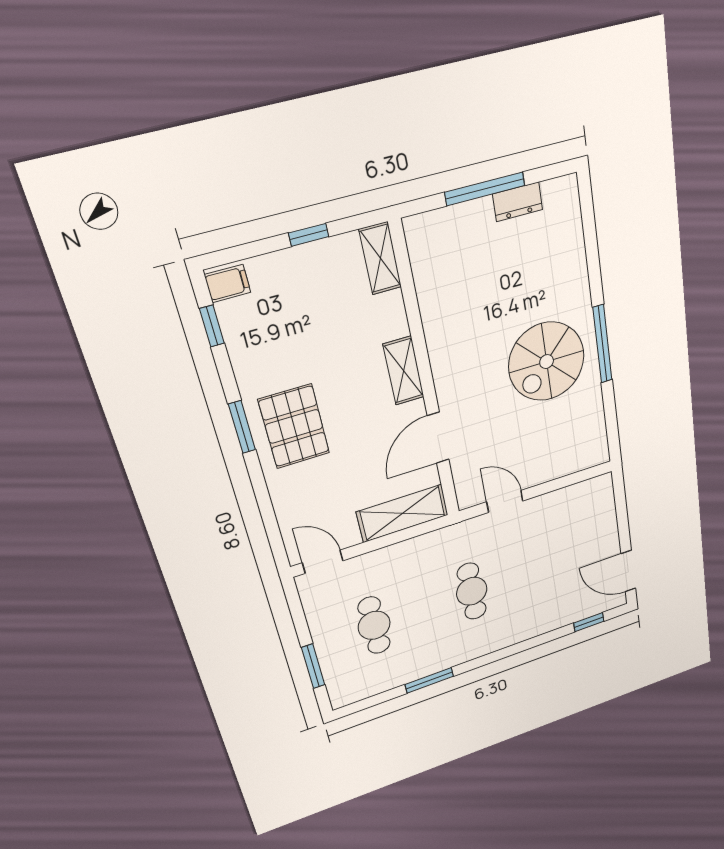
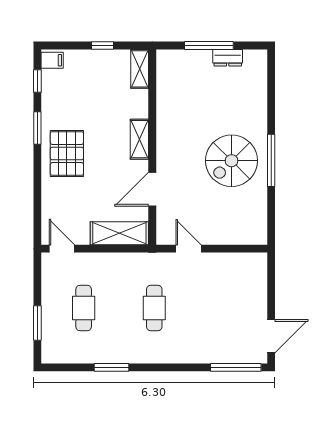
window: (242, 427) -> (37, 128), moved
door: (628, 571) -> (271, 336), swing flipped
window: (589, 622) -> (236, 367), width x2.17

